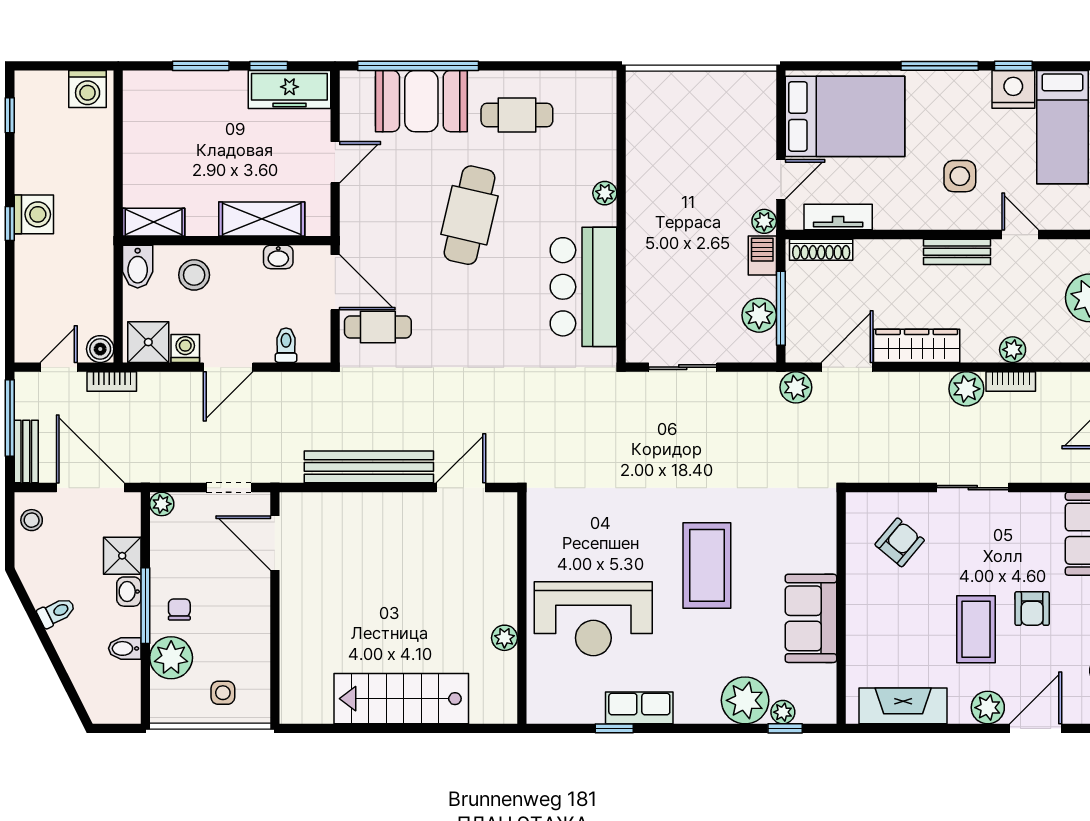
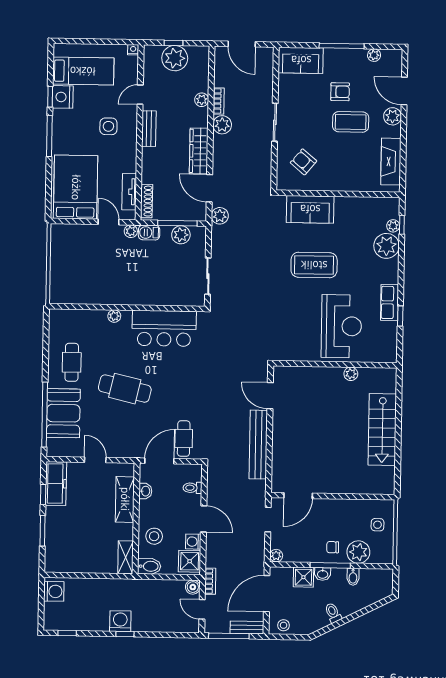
sofa: (811, 618) -> (310, 209), moved

